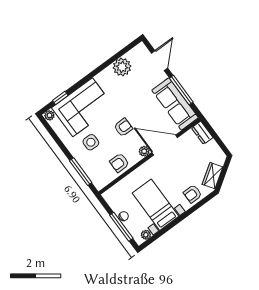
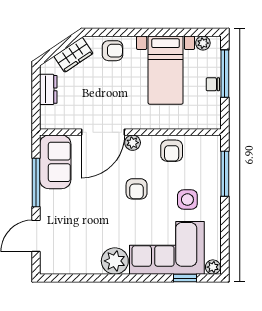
plant: (122, 67) -> (115, 261), moved
sofa: (175, 104) -> (55, 162), width x0.73
armchair: (123, 127) -> (137, 189), turned -90
dresser: (202, 133) -> (48, 89), moved
door: (165, 145) -> (103, 132), hinge flipped
armchair: (119, 163) -> (172, 151), turned 90

